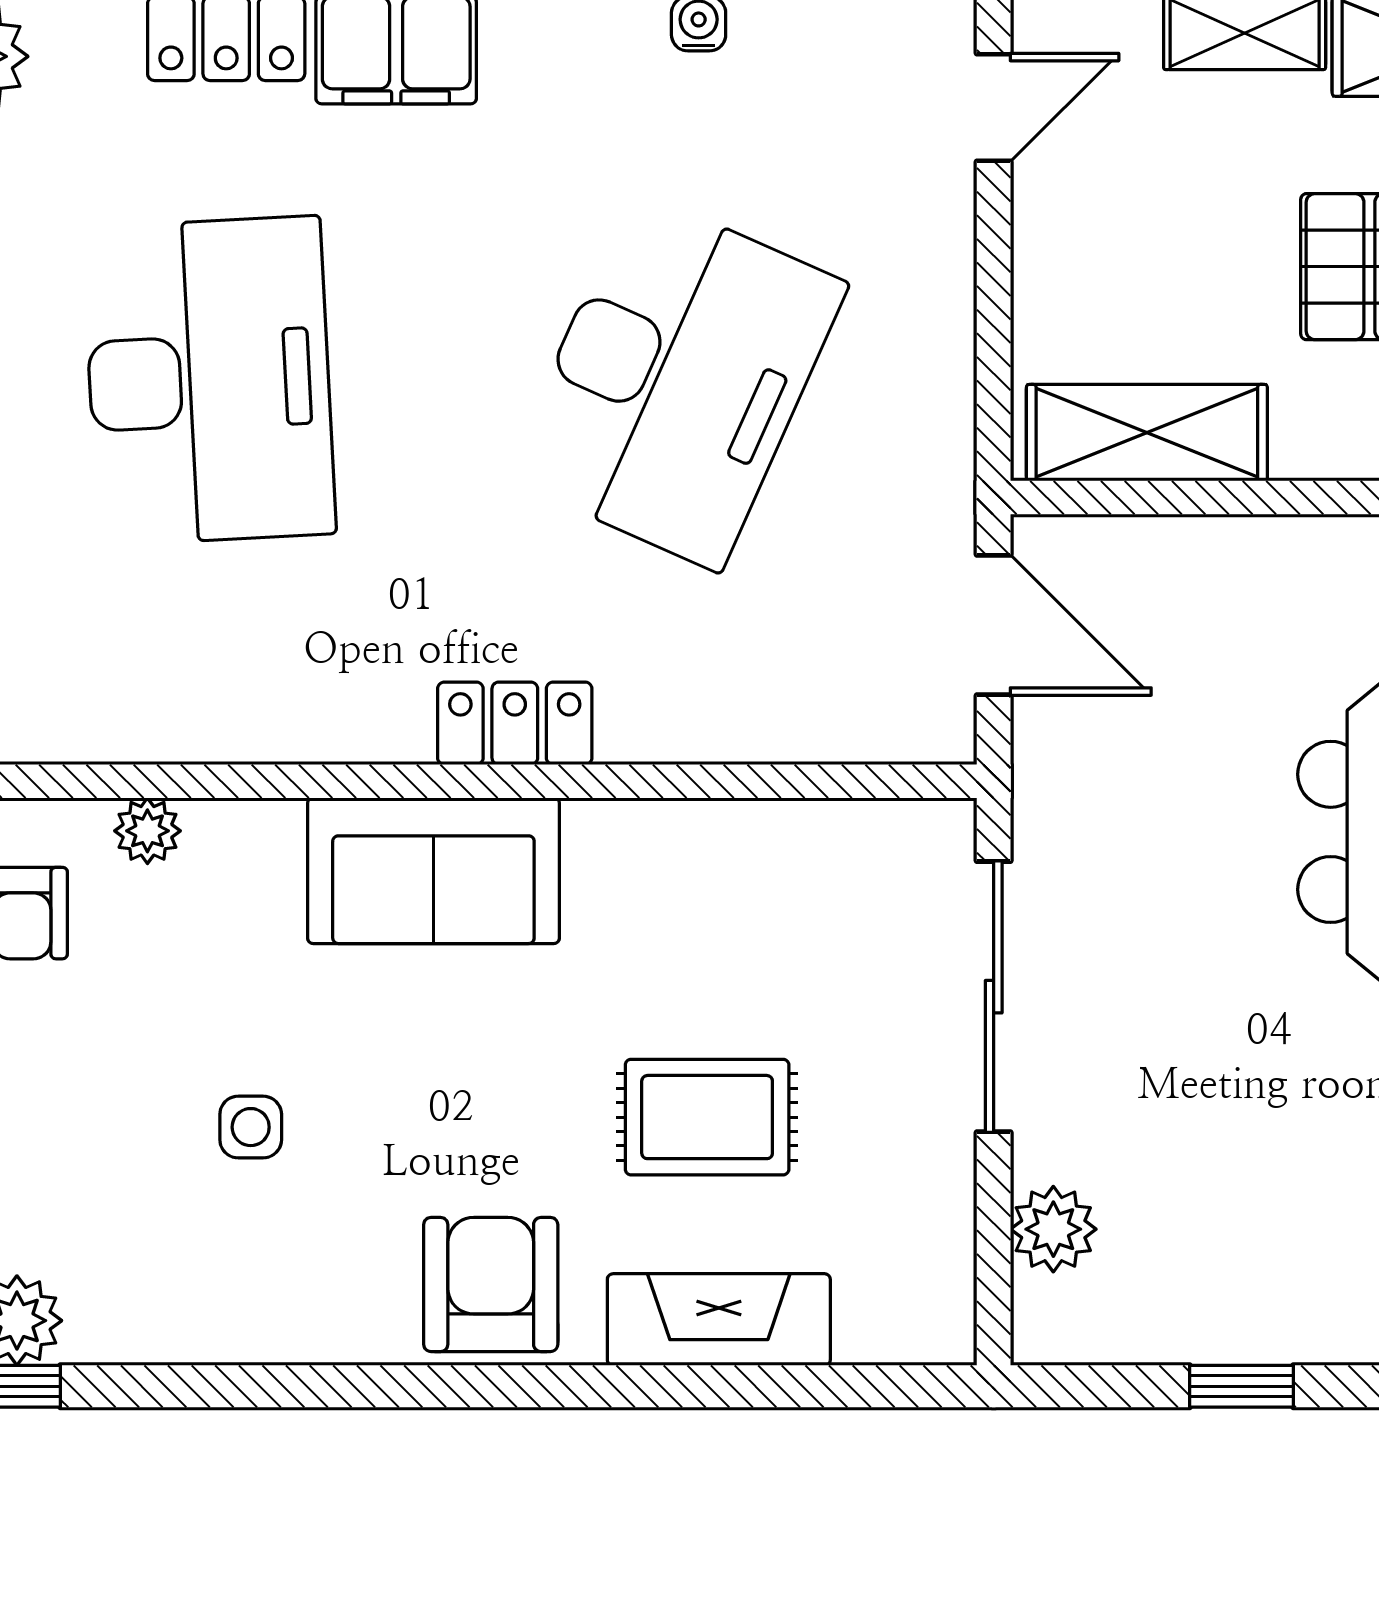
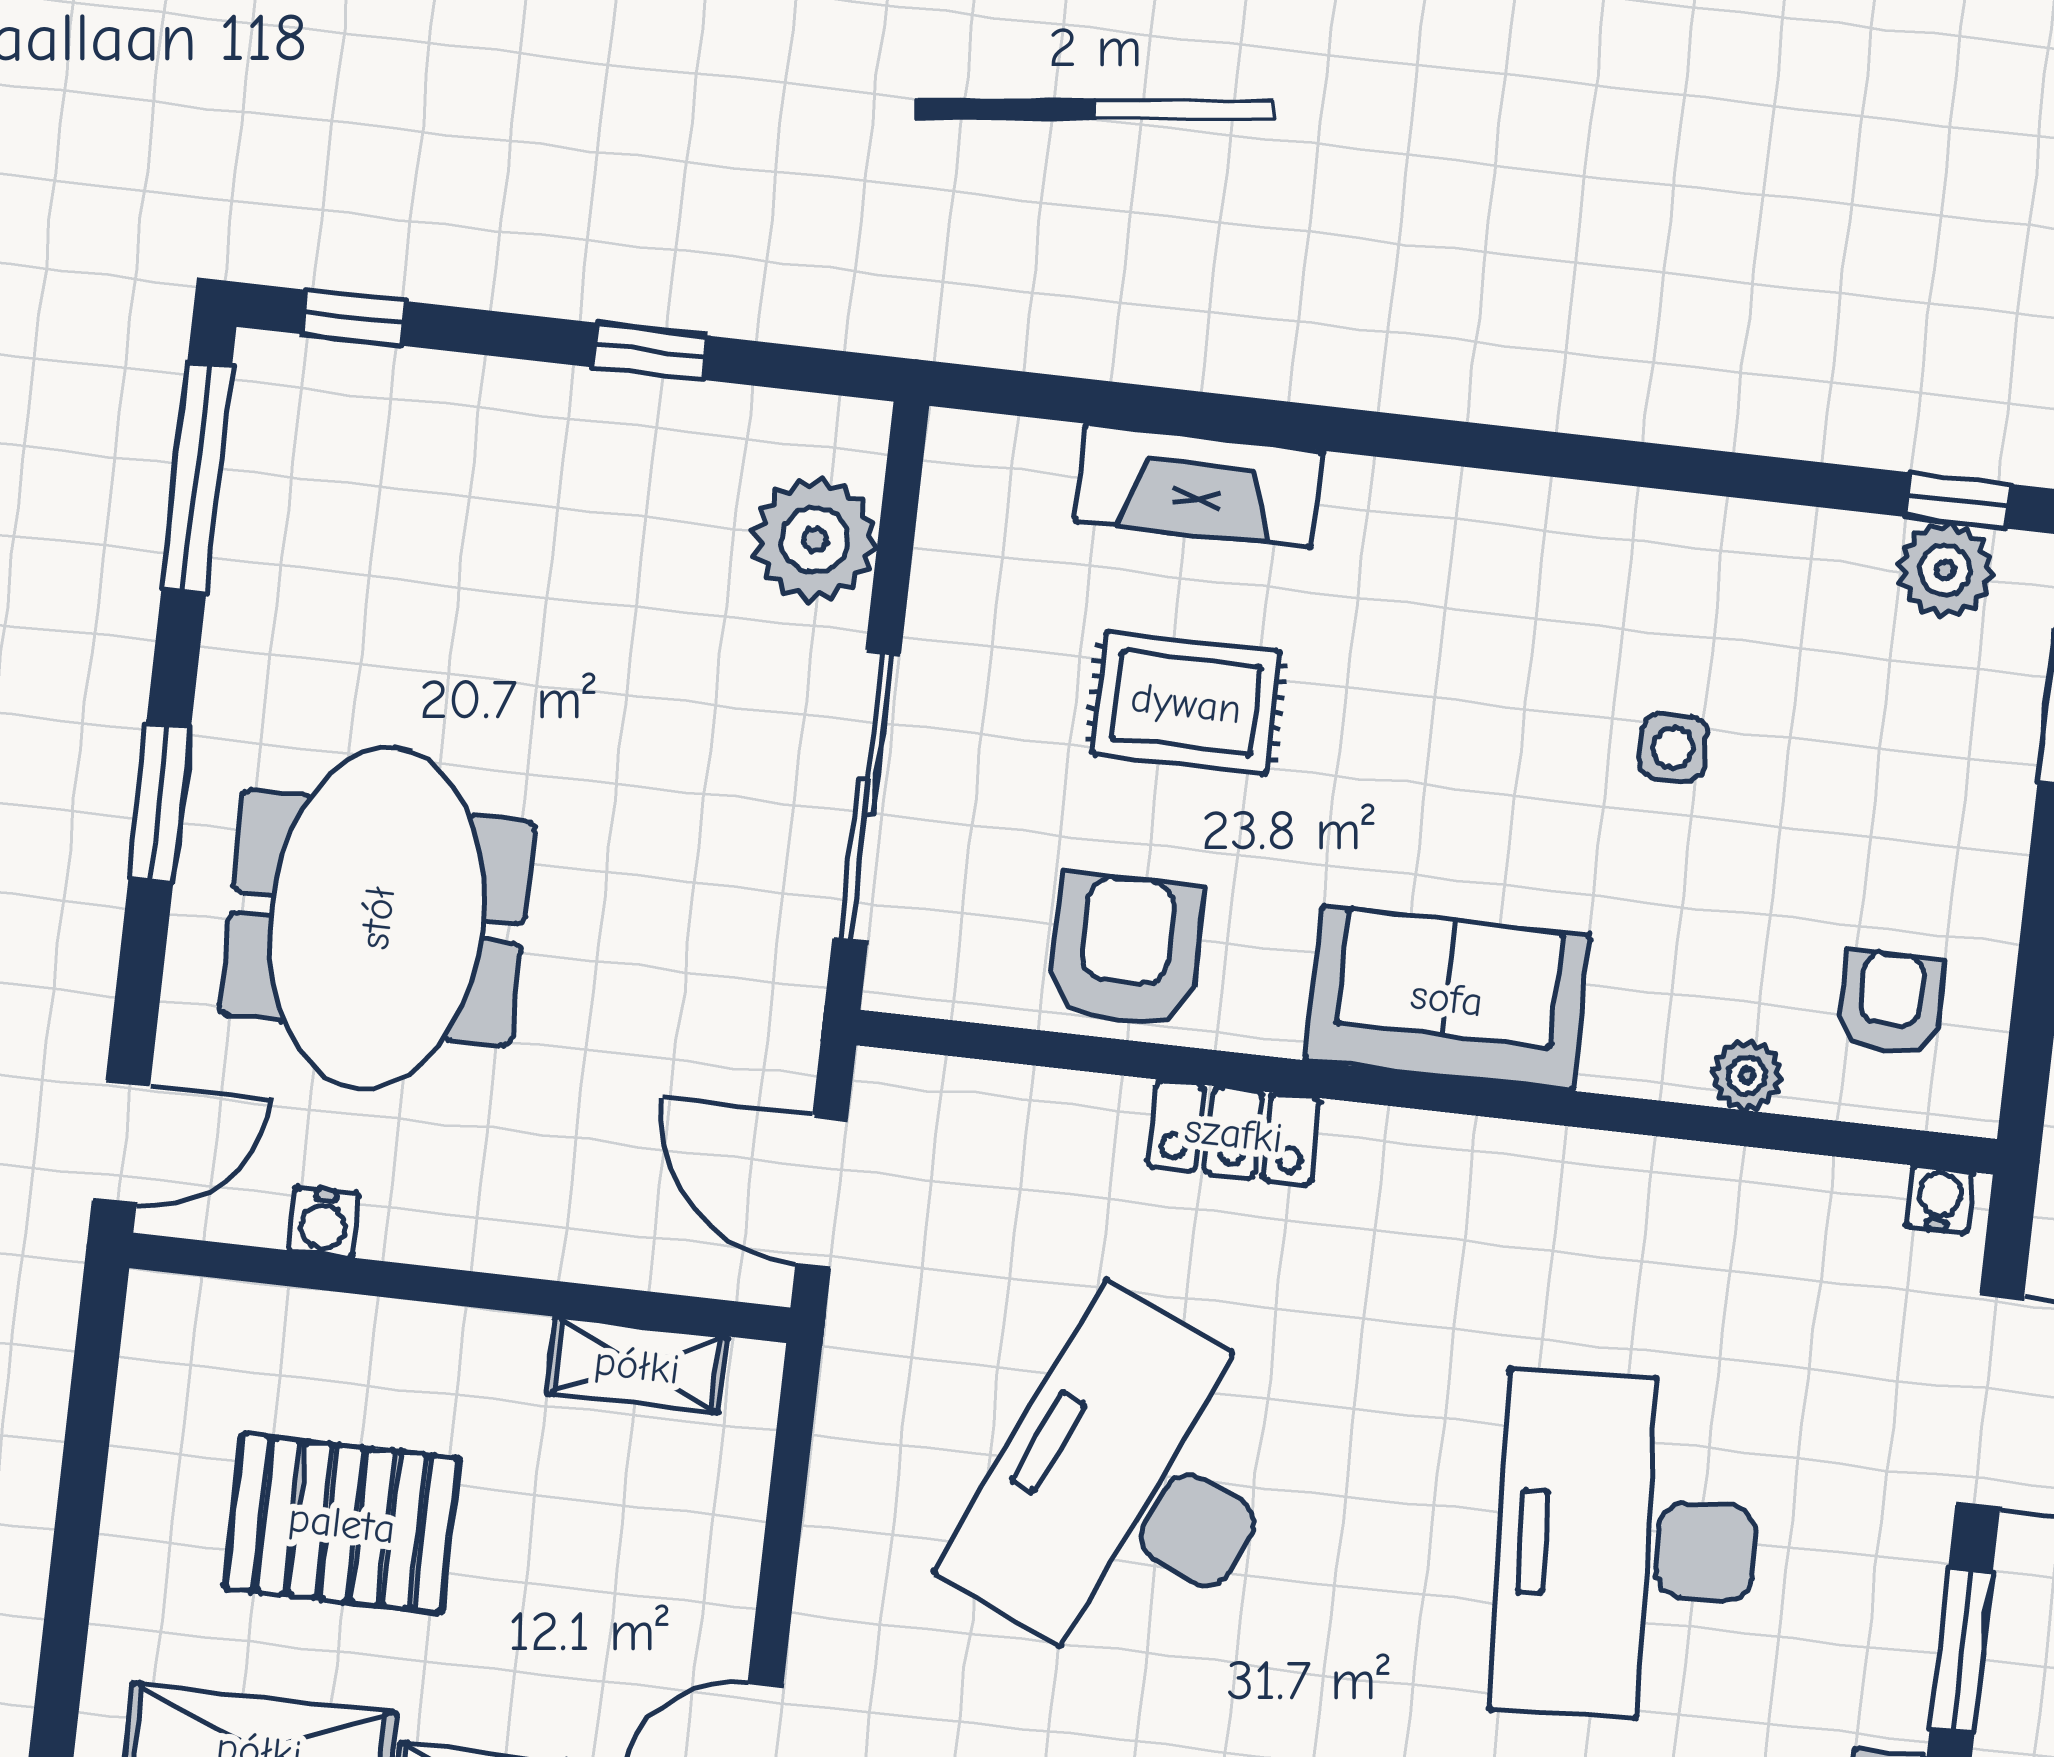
shelving: (1147, 433) -> (637, 1365), width x0.67, depth x0.75
locker: (515, 723) -> (1234, 1133), moved
plant: (1053, 1229) -> (815, 540), width x1.36, depth x1.36
armchair: (491, 1284) -> (1126, 951), moved, turned 180

